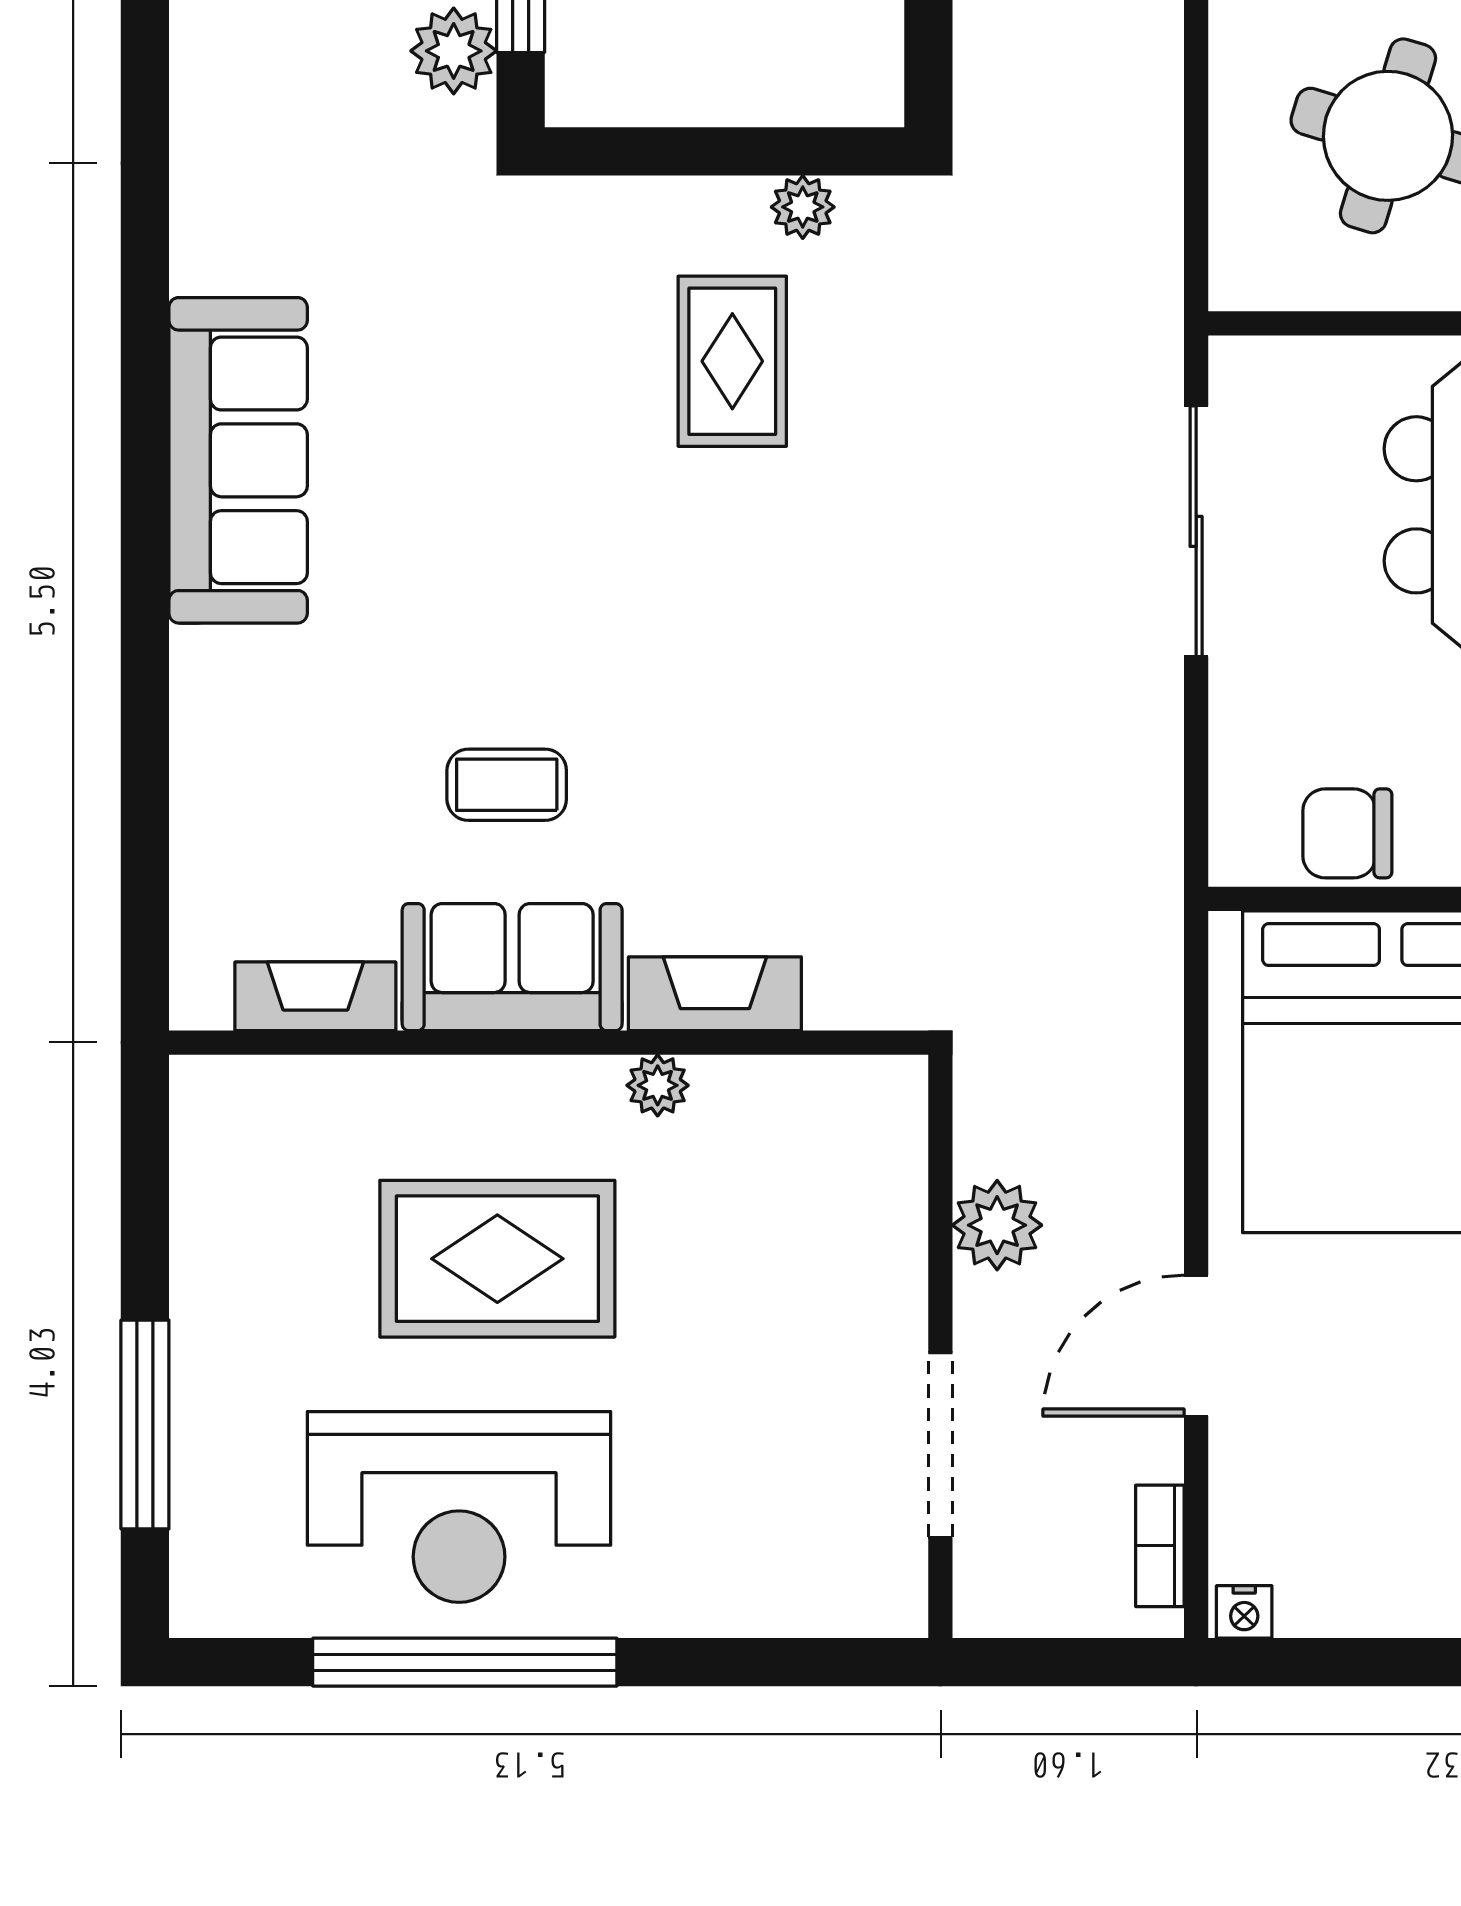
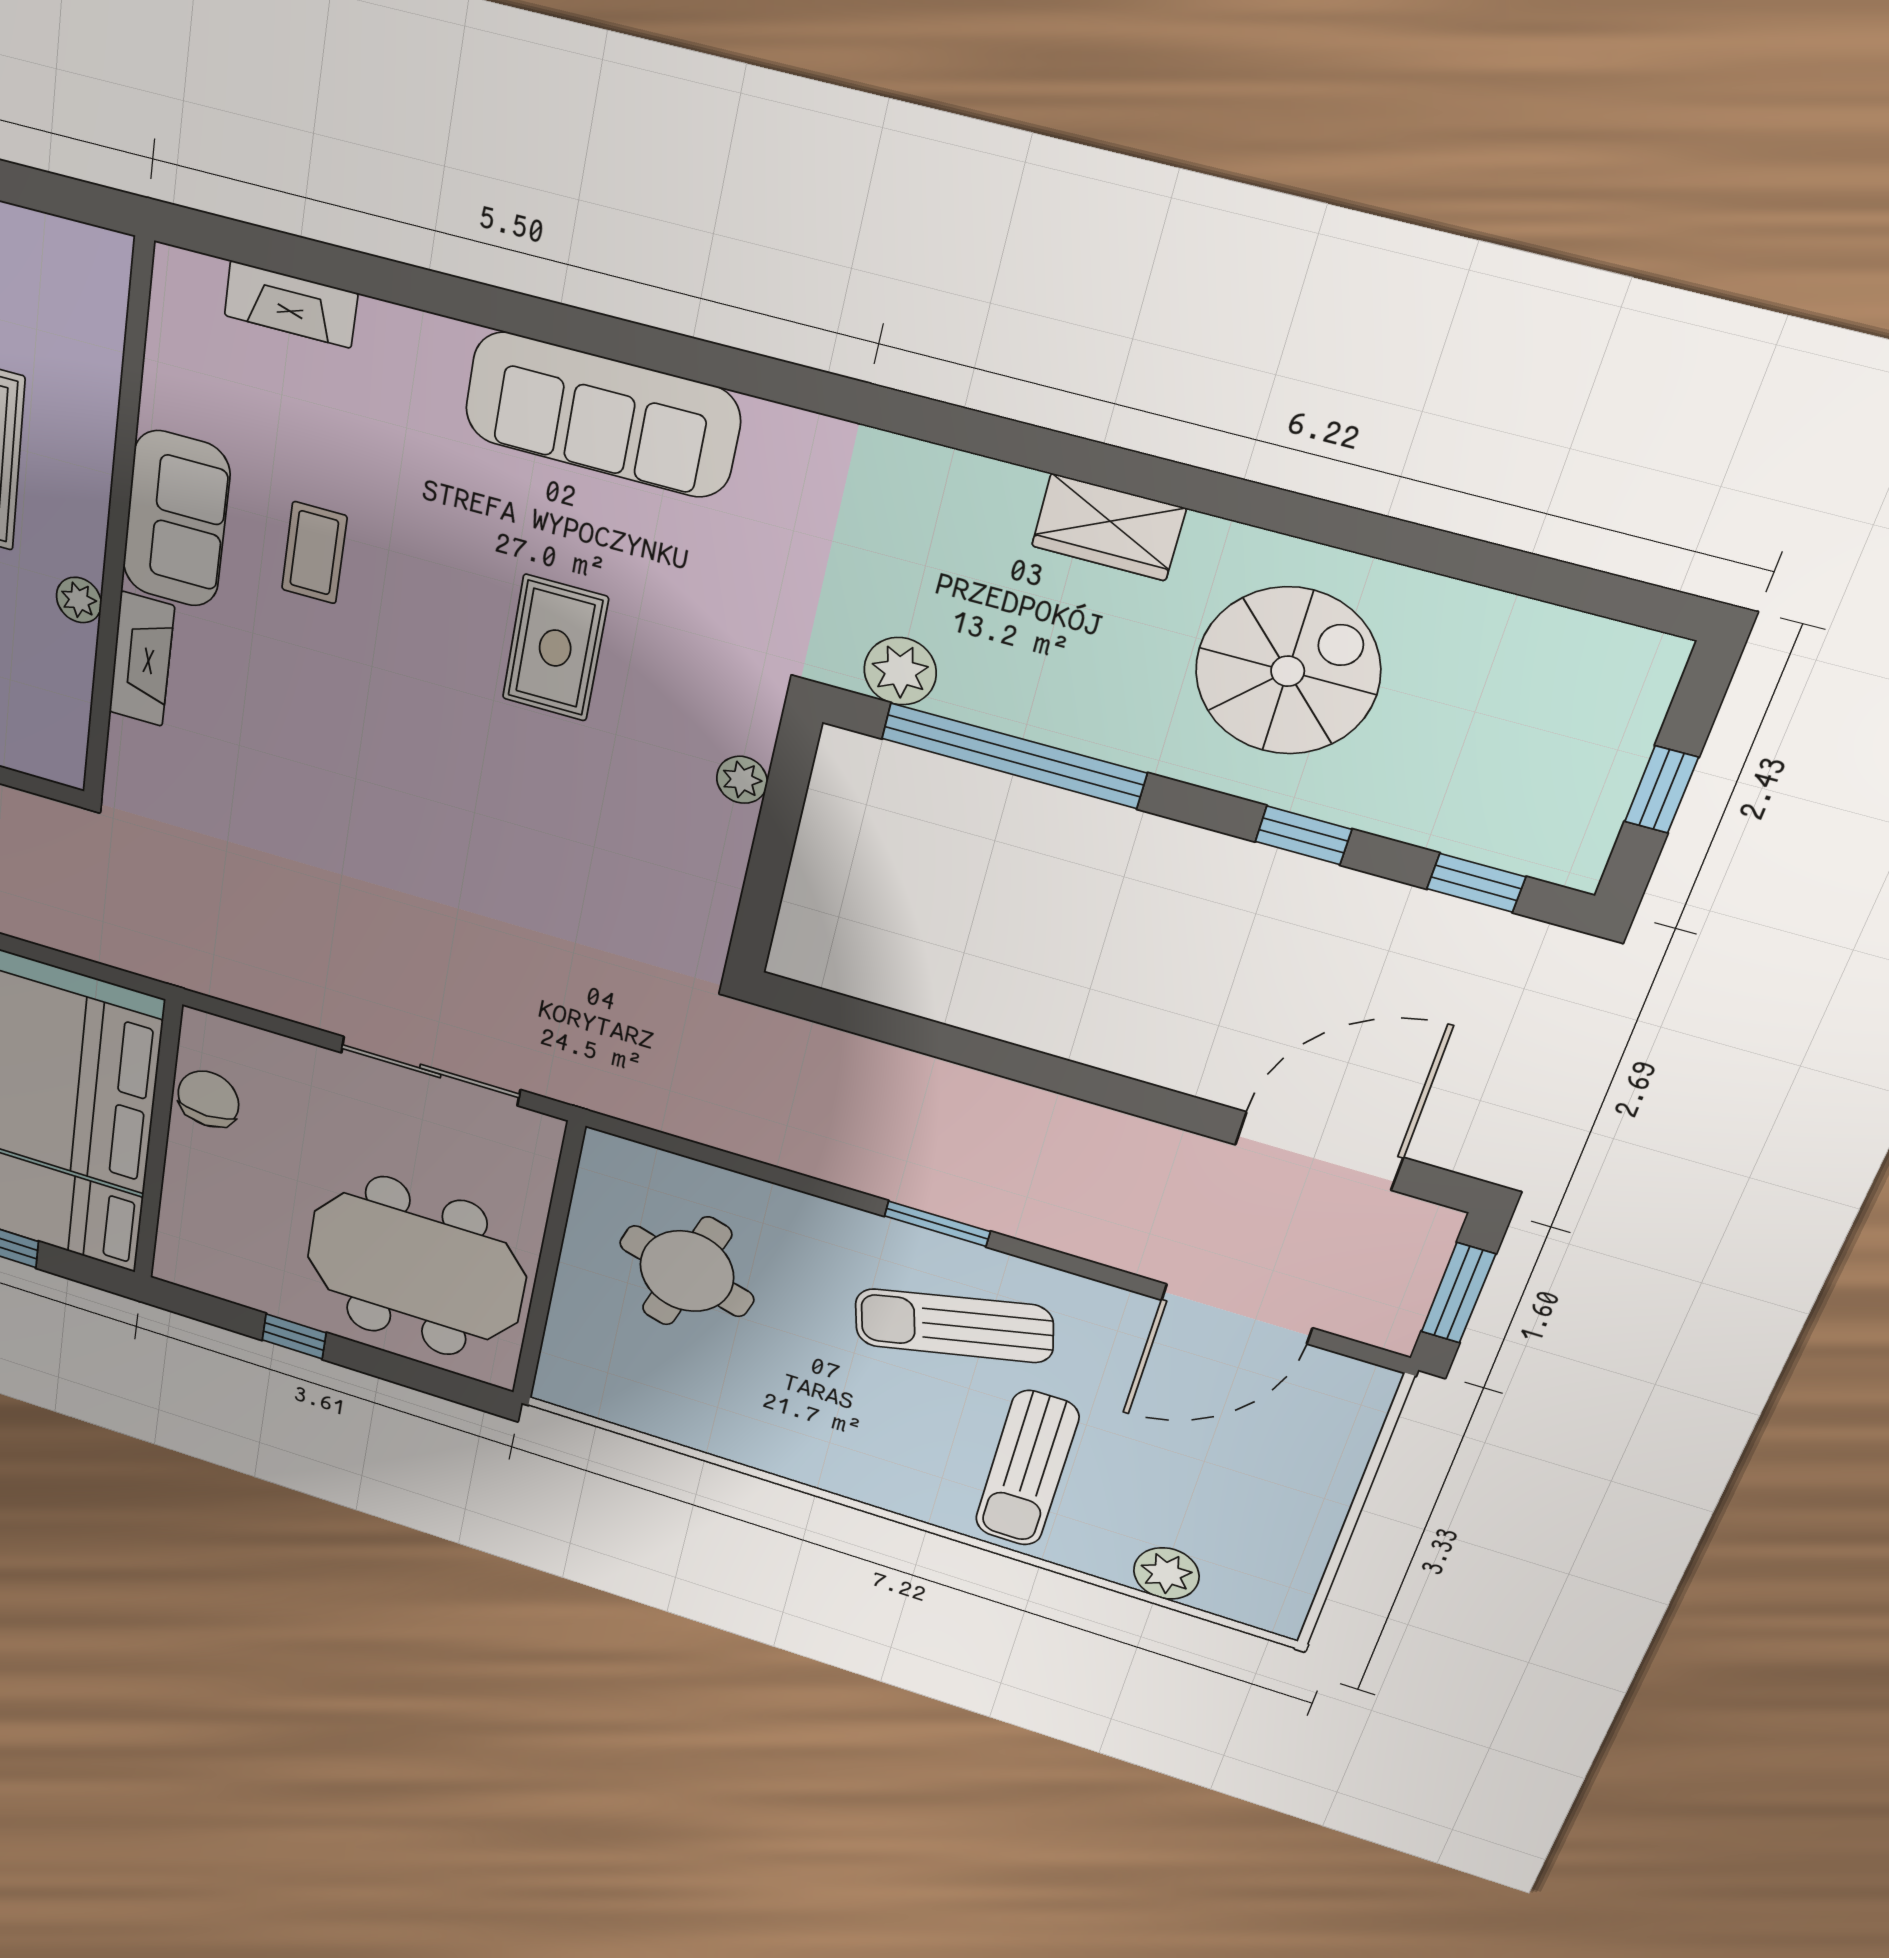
plant: (803, 207) -> (742, 780), moved
rug: (732, 361) -> (555, 648), moved, turned 90
fireplace: (315, 996) -> (291, 304), moved, turned 90

